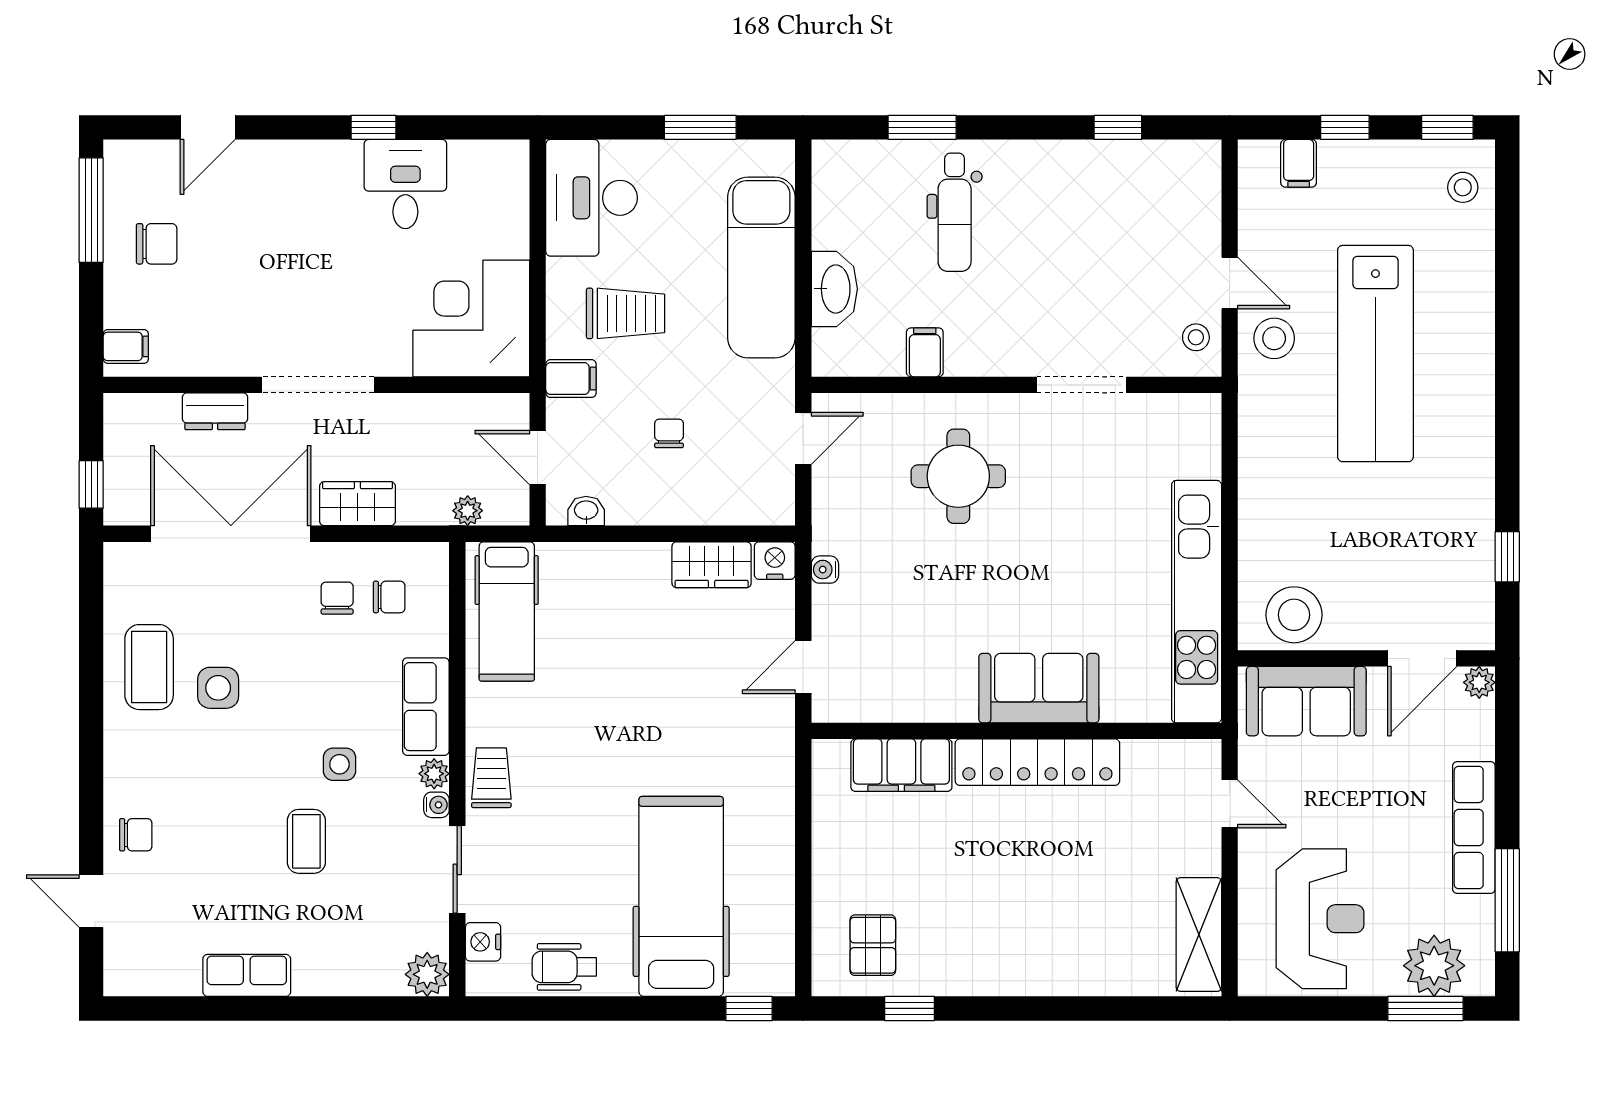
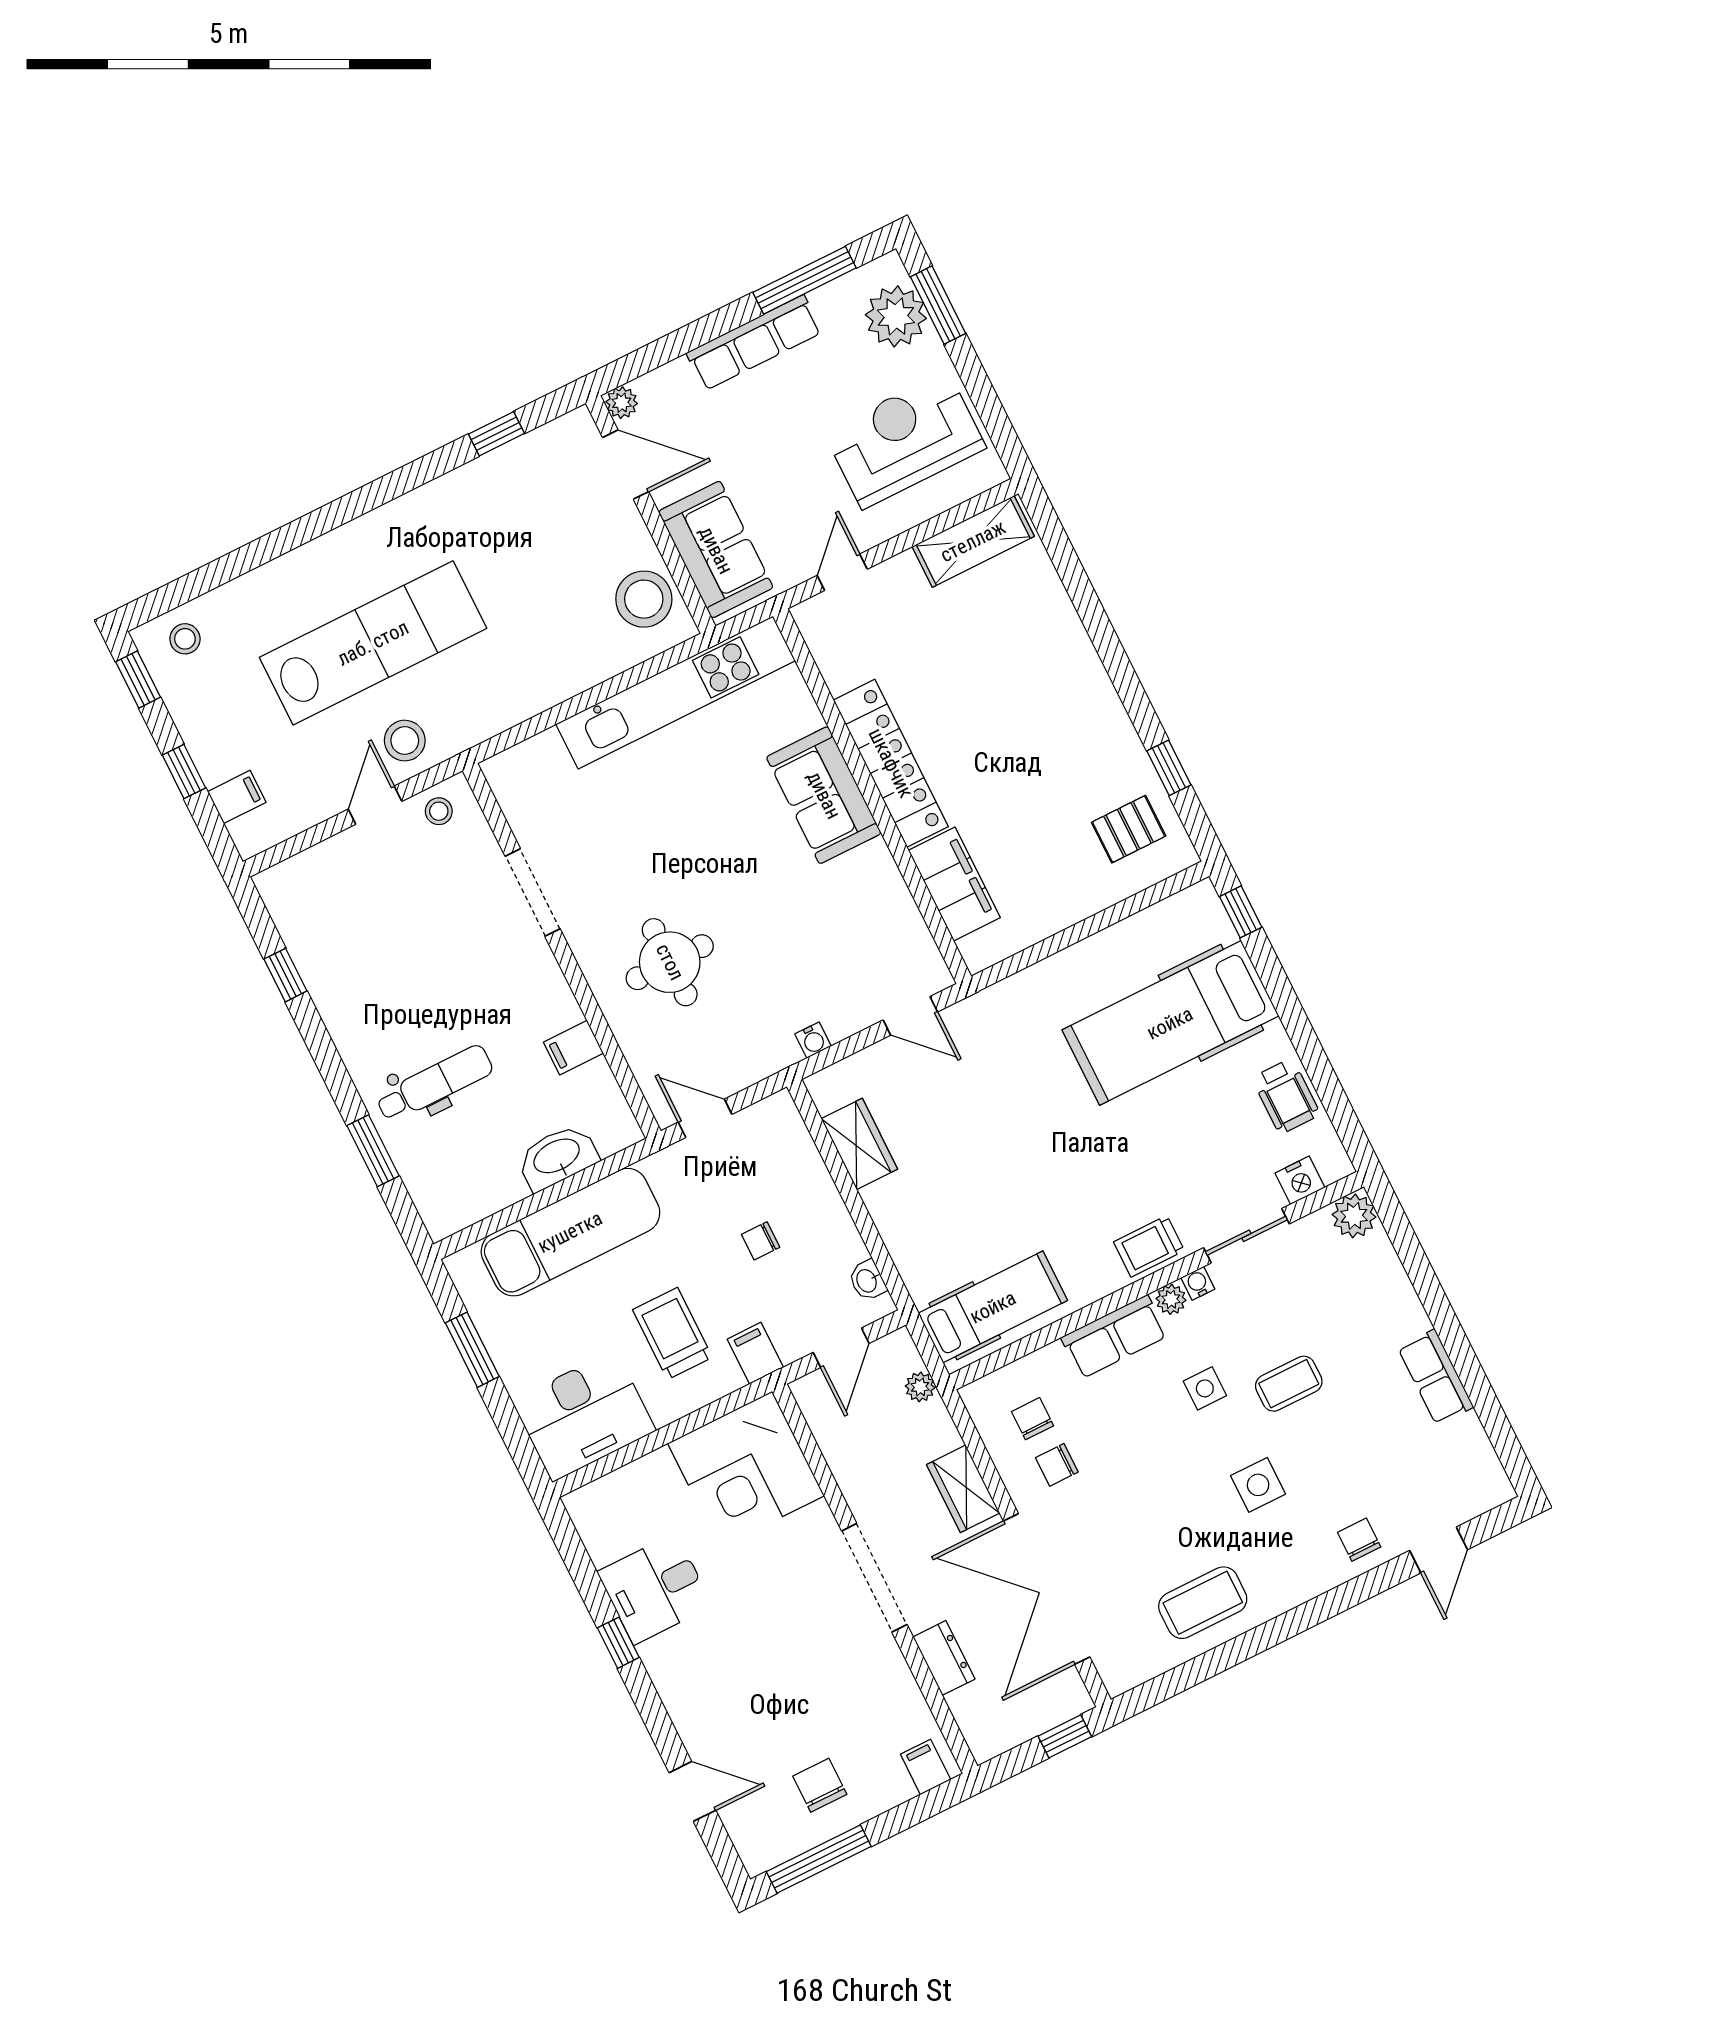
nightstand: (775, 561) -> (827, 1089), removed
side table: (218, 688) -> (1258, 1485), moved

